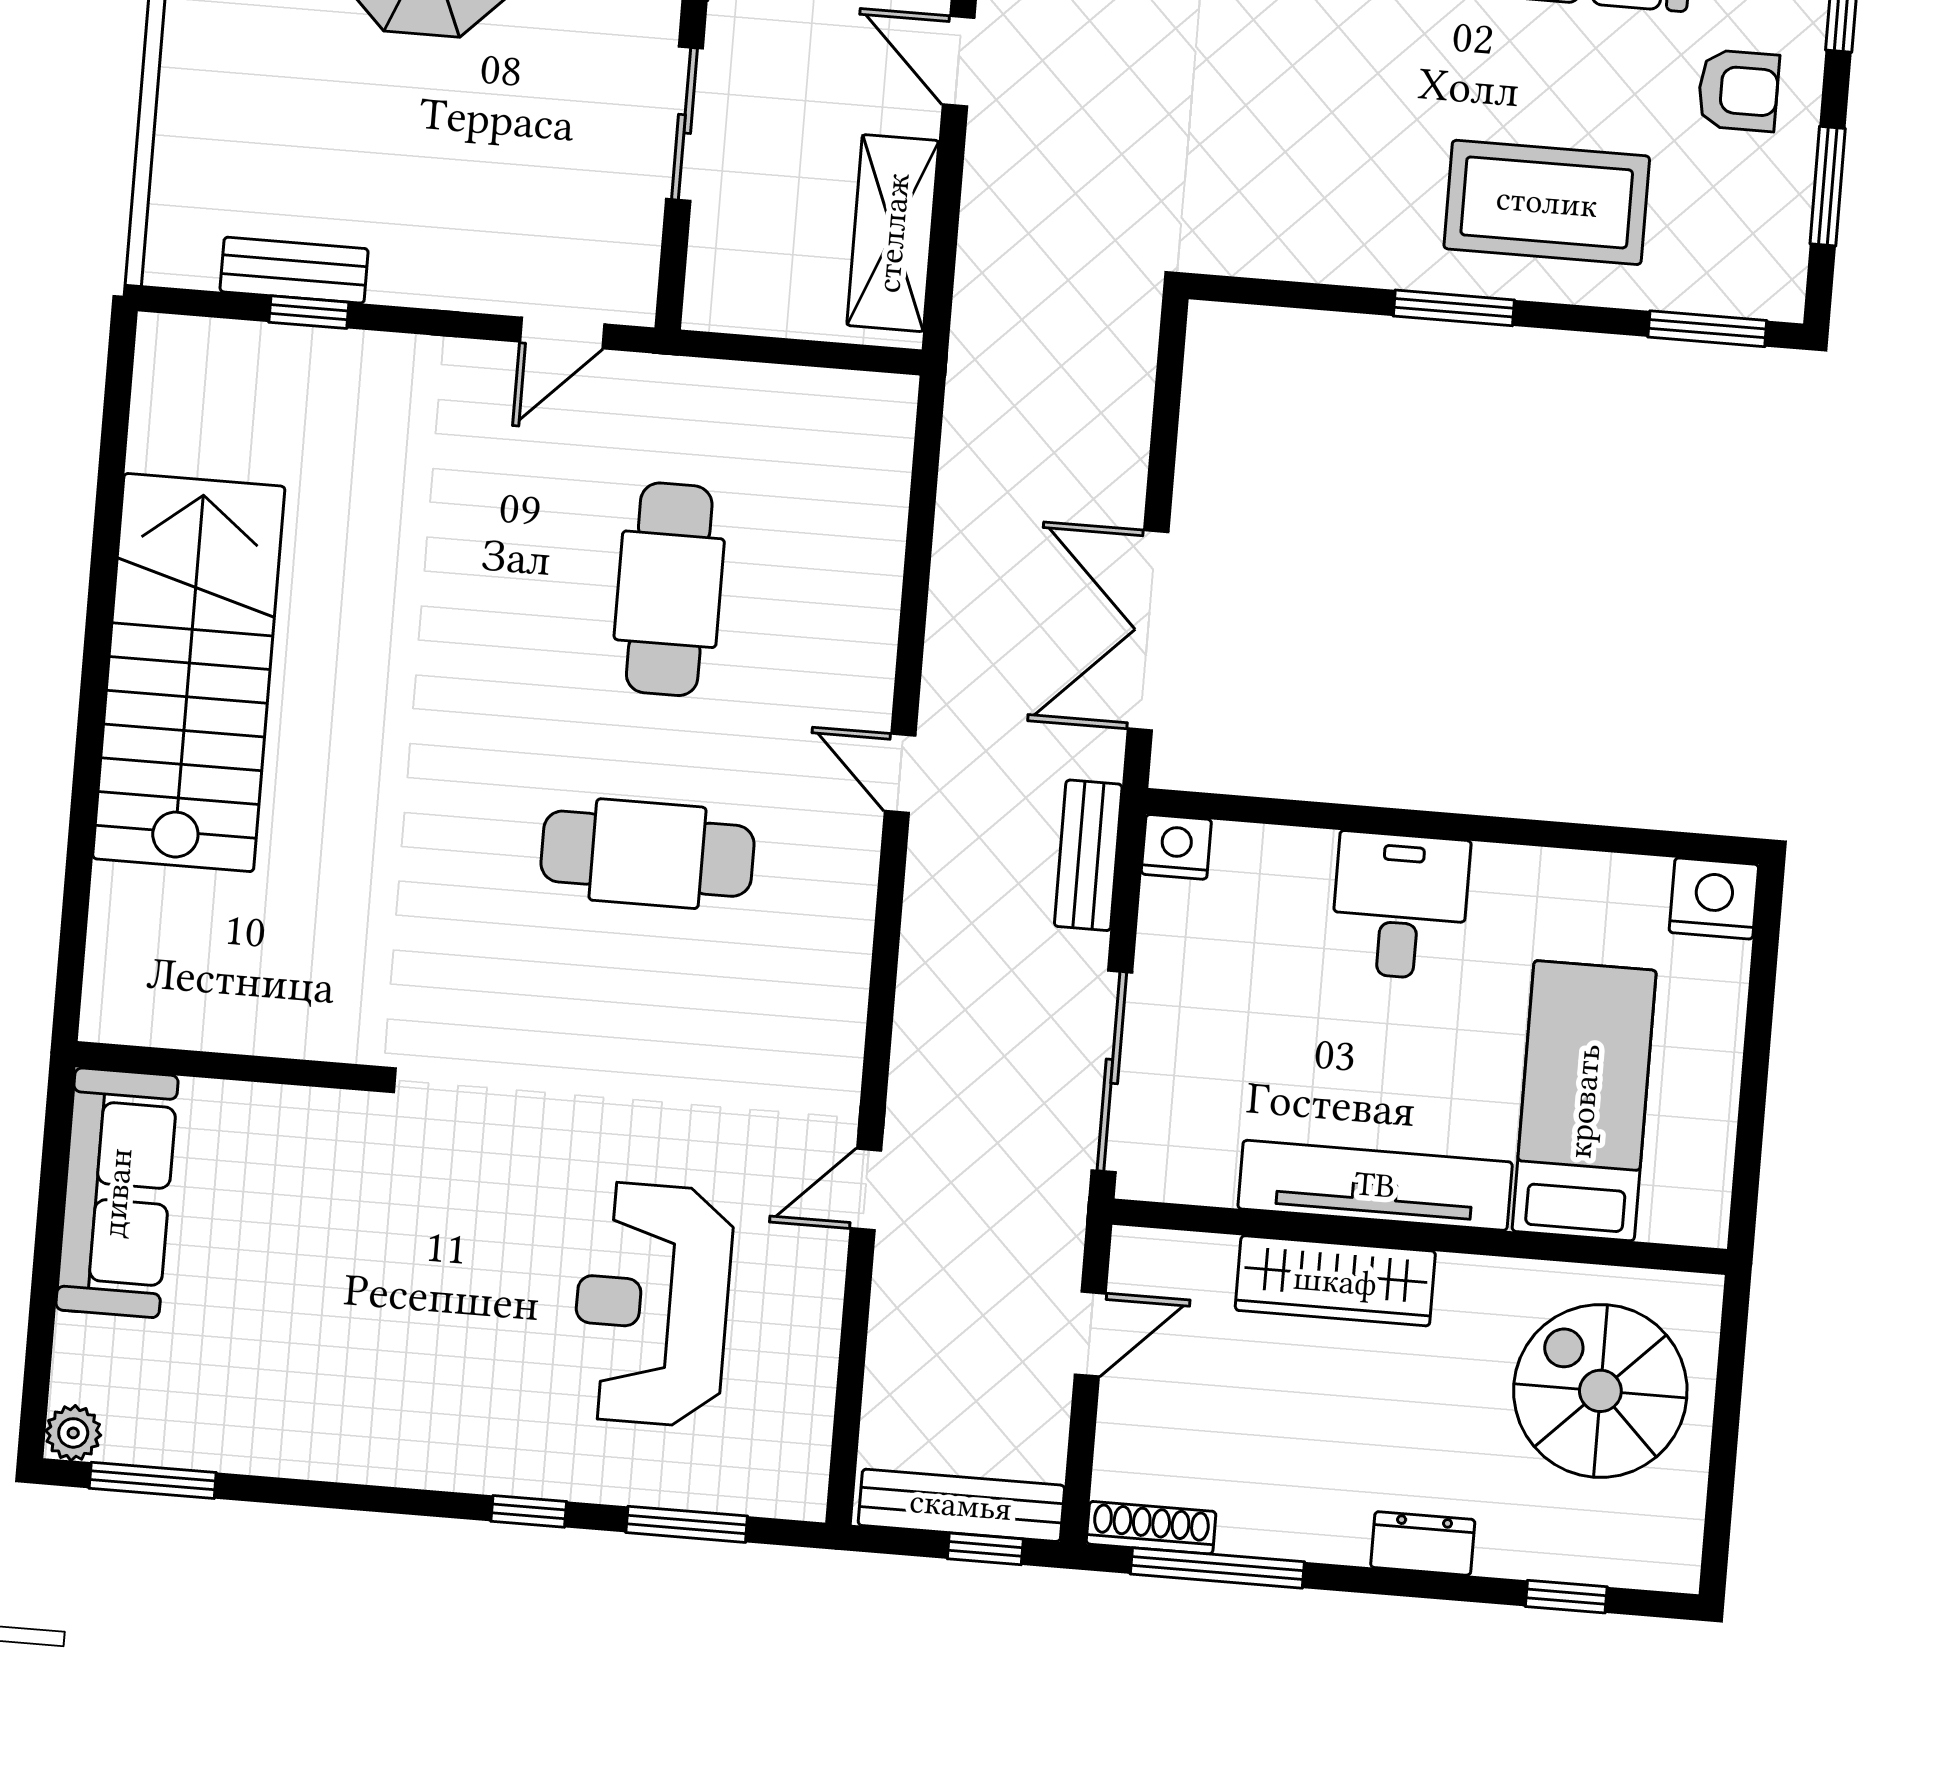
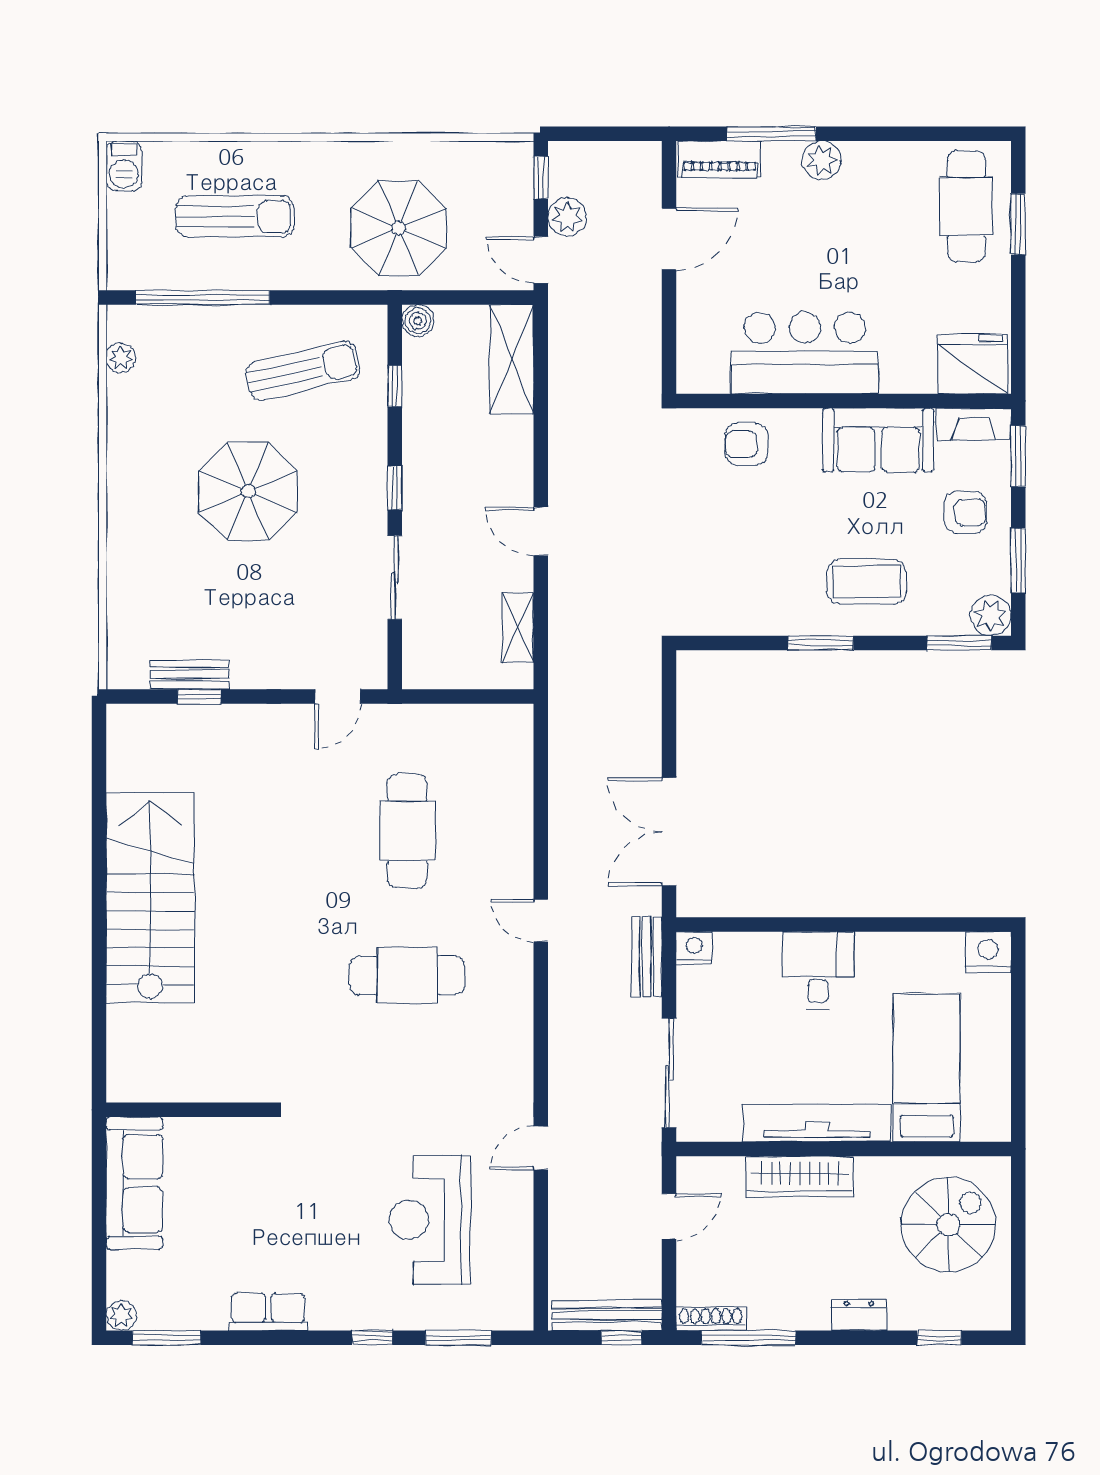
coffee table: (1547, 202) -> (866, 582), width x0.73, depth x0.76
shelving: (893, 233) -> (518, 628), width x0.67, depth x0.75
plant: (1769, 283) -> (991, 616), added
spiral stairs: (1600, 1391) -> (949, 1225), turned 90
row of seats: (343, 1448) -> (268, 1312), added

